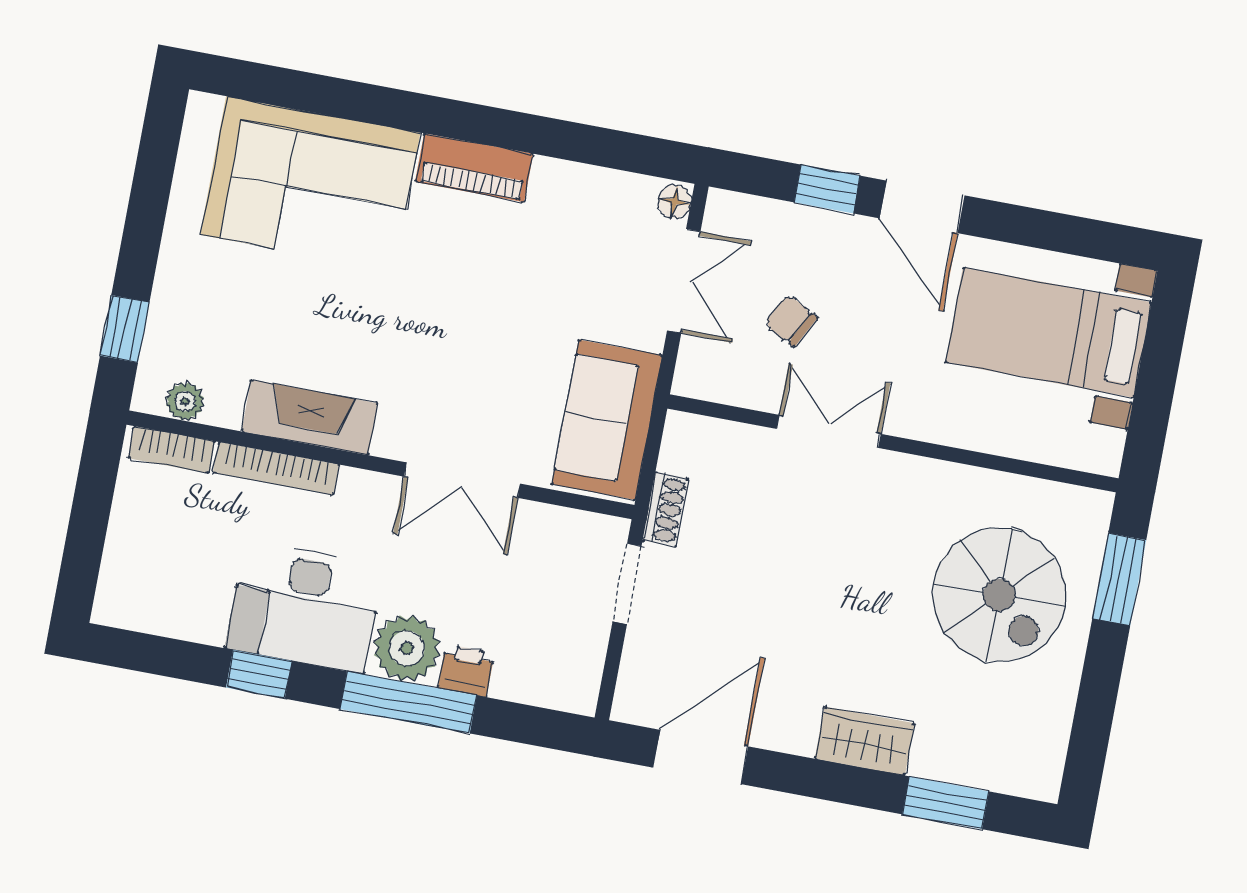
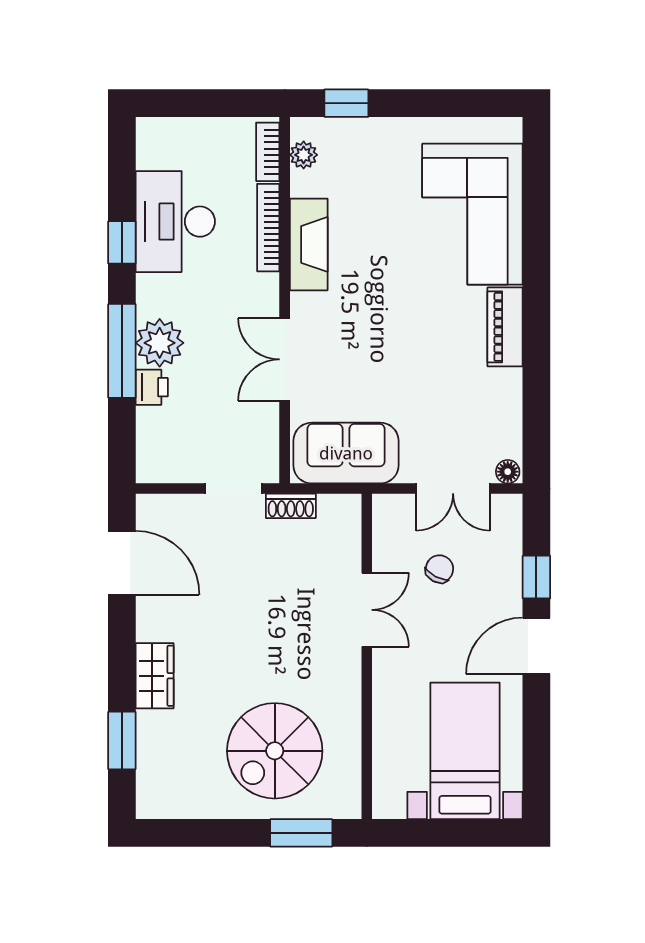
desk: (304, 607) -> (175, 222), moved

